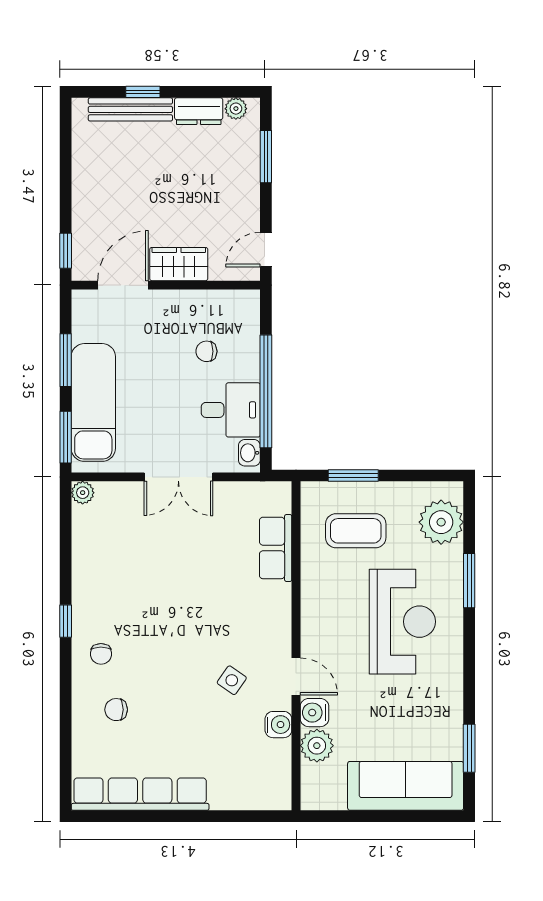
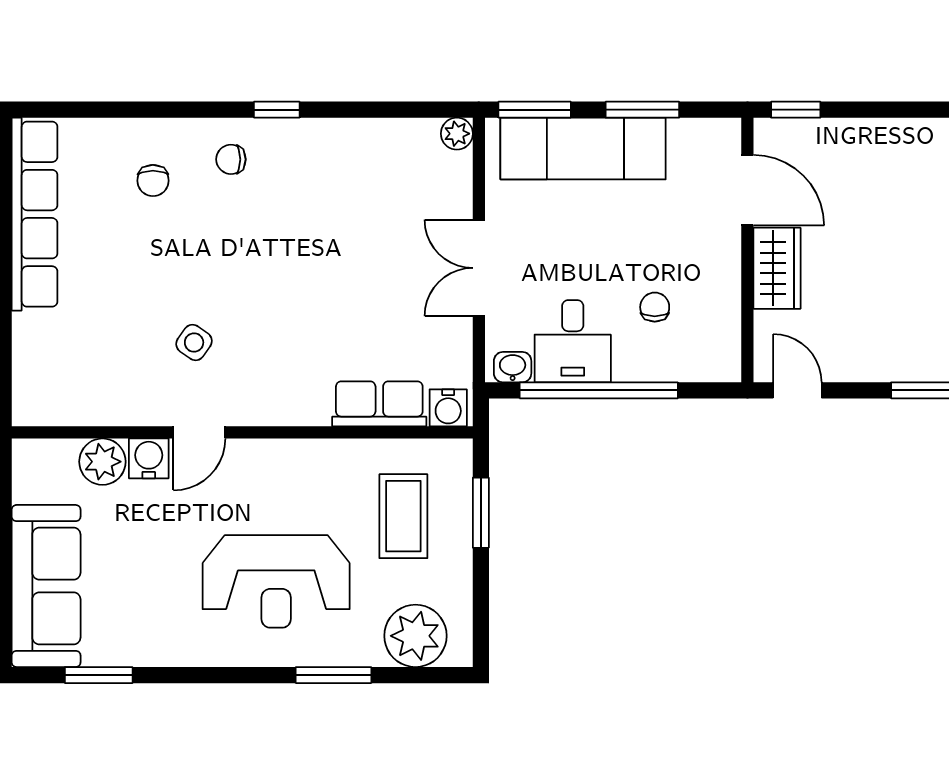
chair: (116, 710) -> (153, 181), turned 180
water cooler: (278, 725) -> (448, 408), moved

